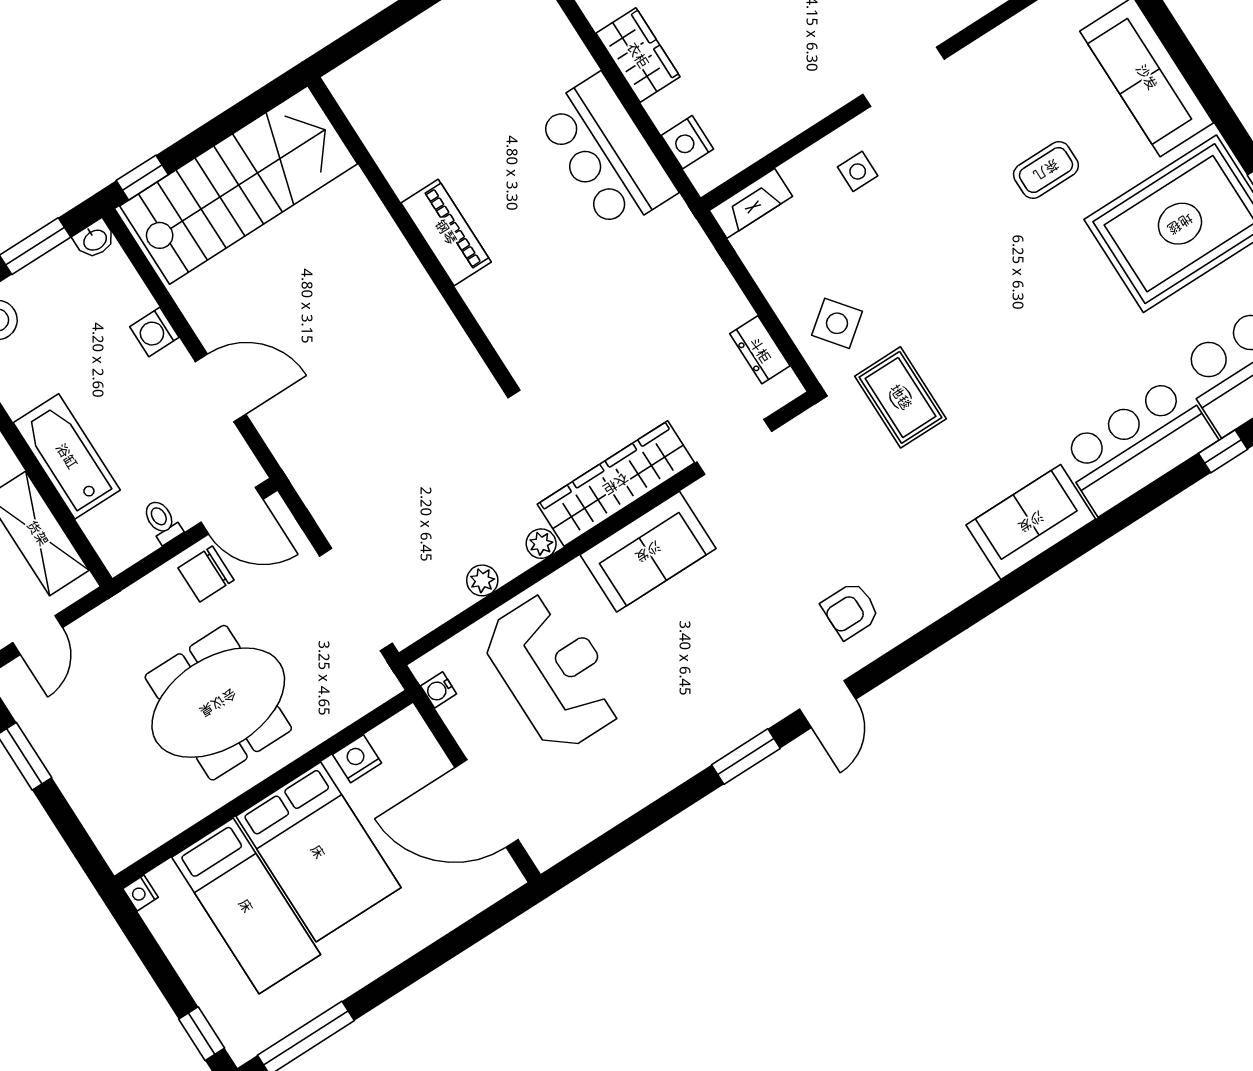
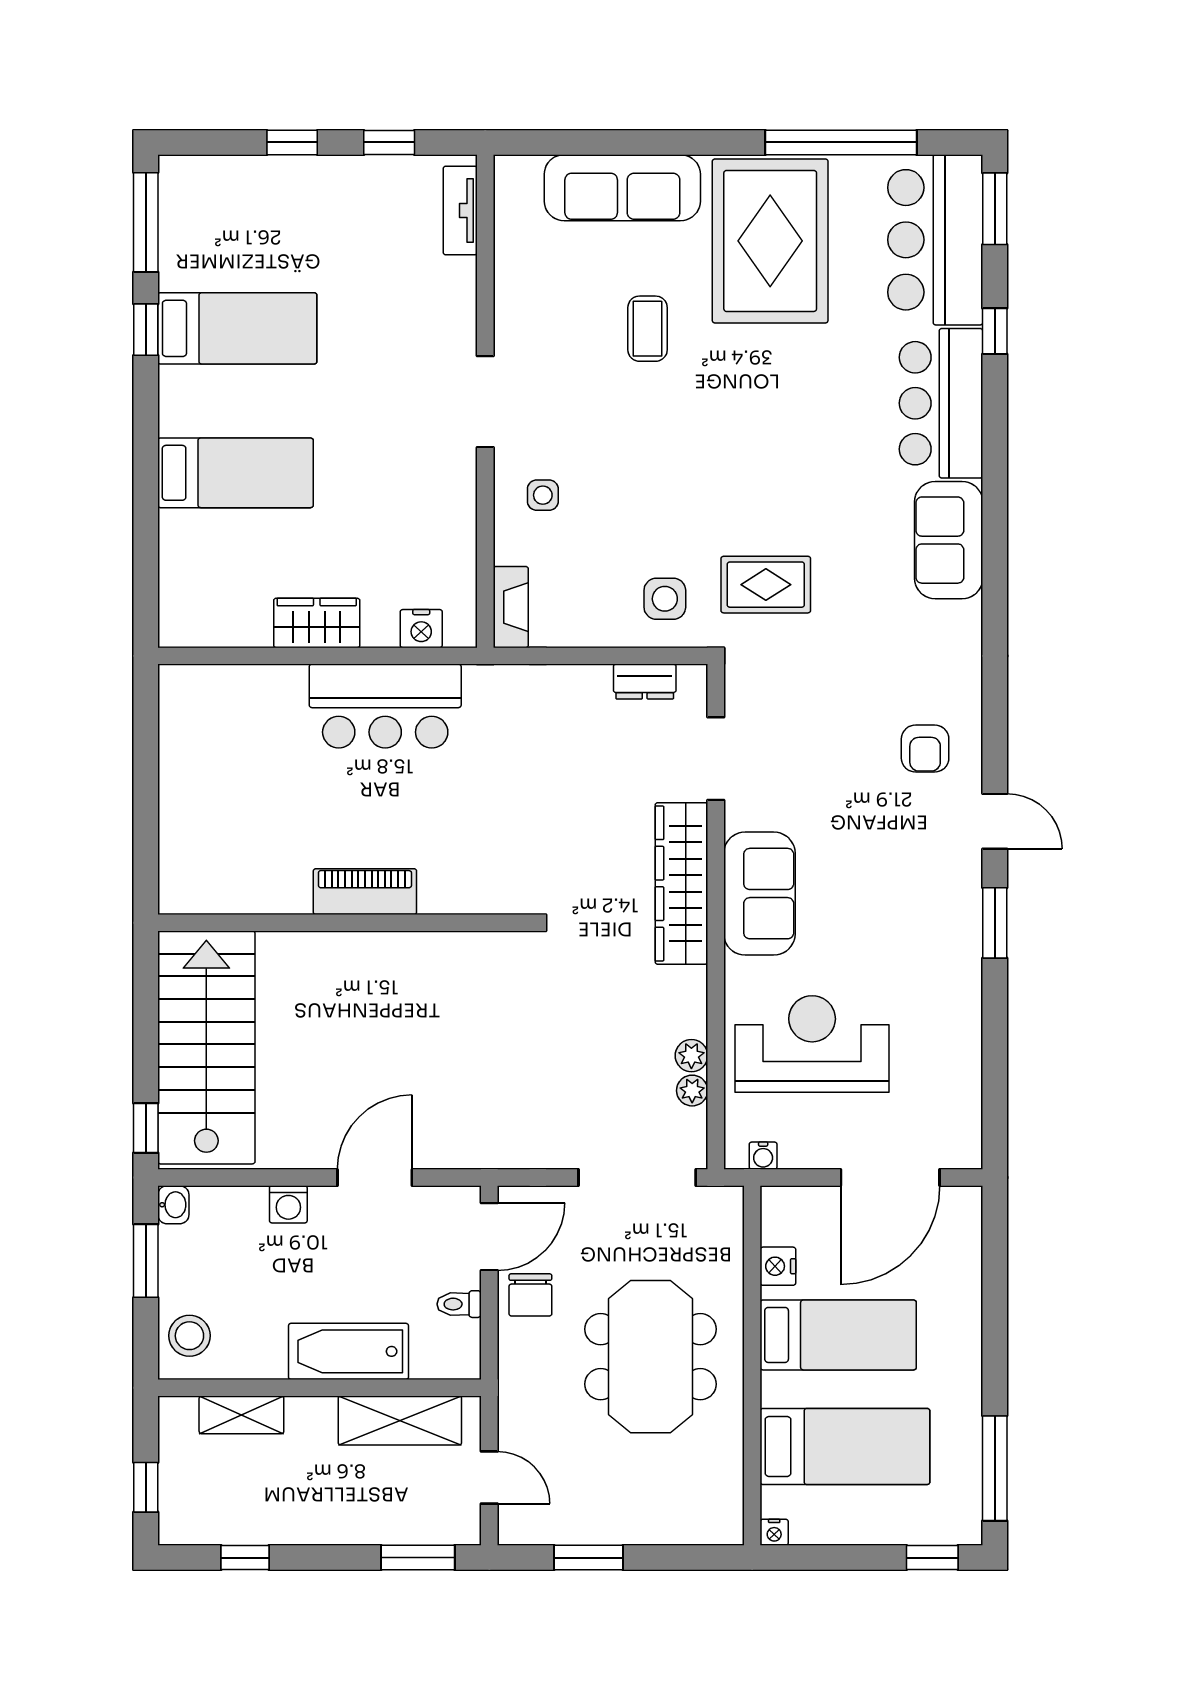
side table: (837, 323) -> (665, 599), turned 38
plant: (541, 544) -> (692, 1091), moved
bed: (318, 852) -> (838, 1335), width x0.67

